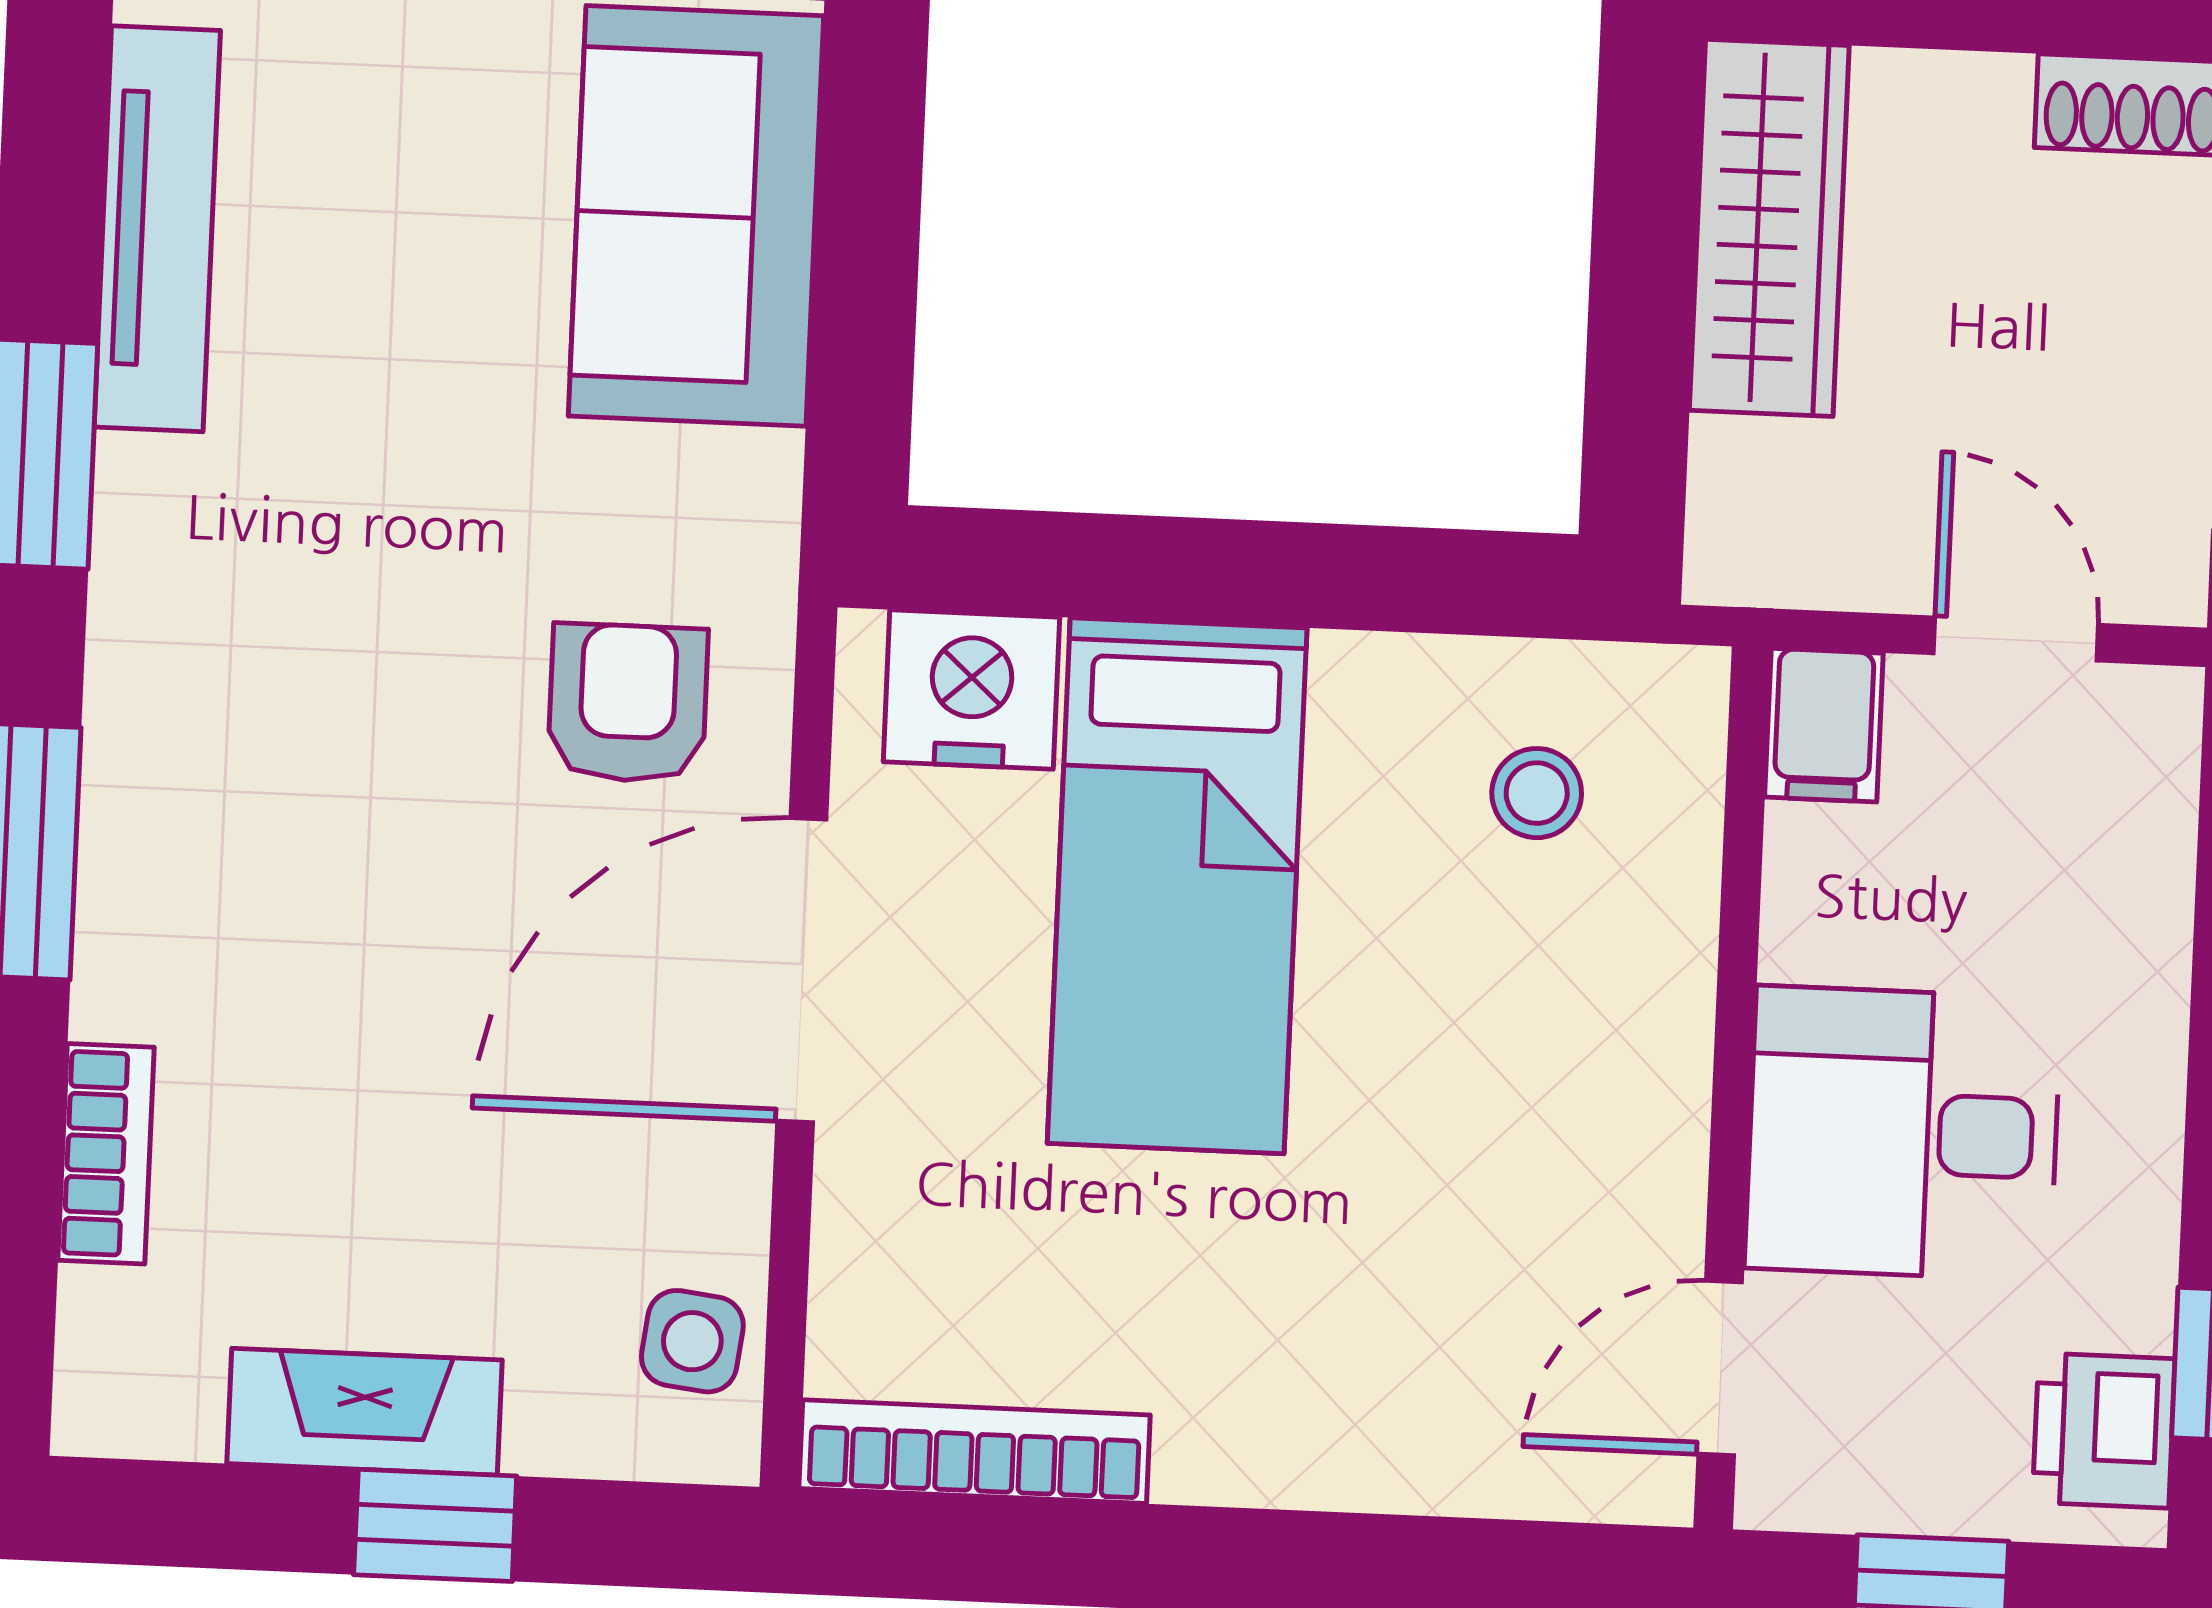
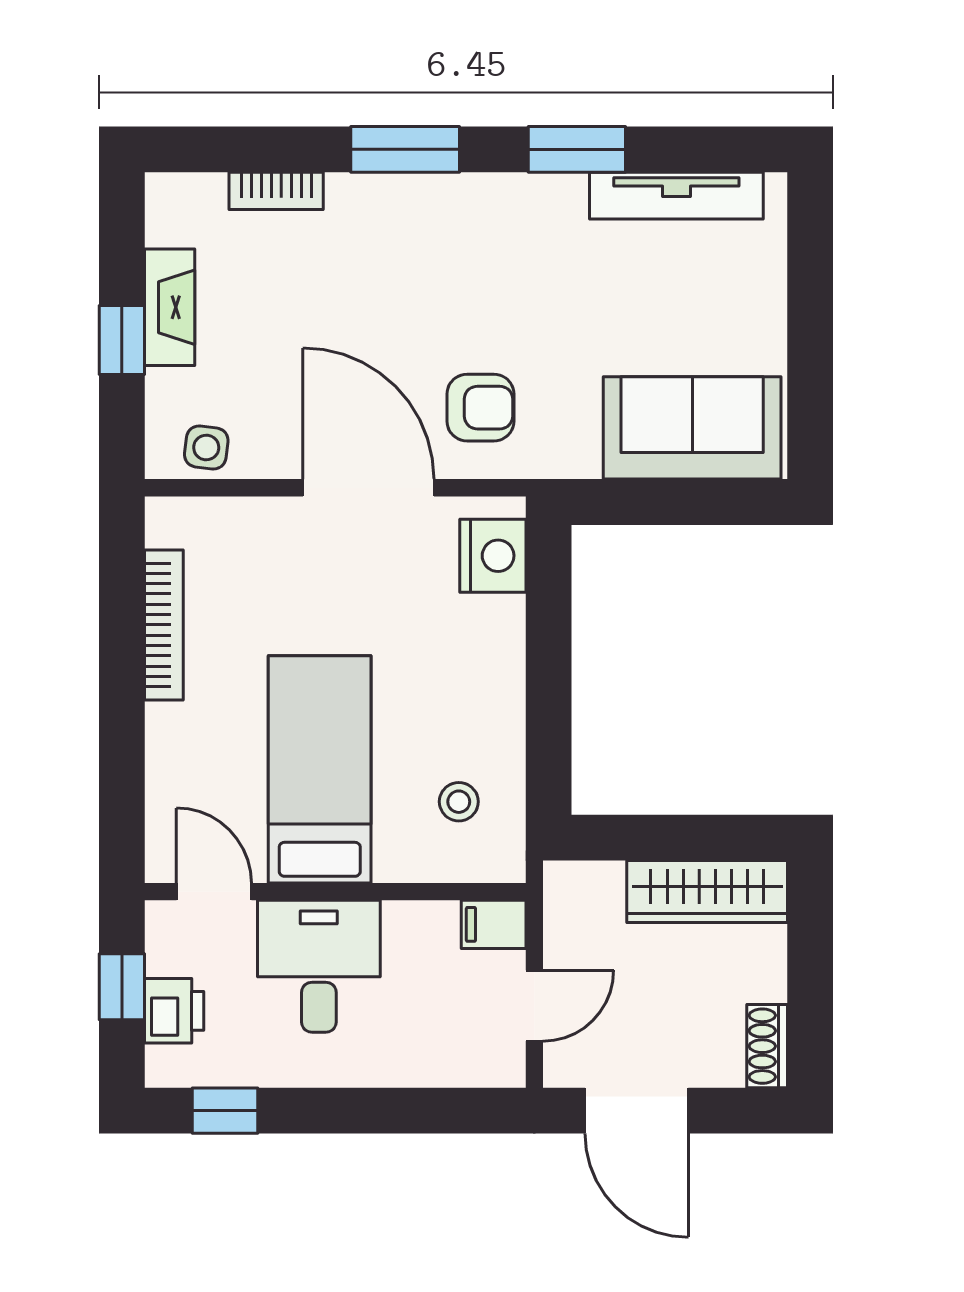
bed: (1177, 886) -> (320, 769), moved, turned 90
printer: (2104, 1431) -> (174, 1011), moved, turned 90
bookcase: (975, 1452) -> (164, 625), moved

